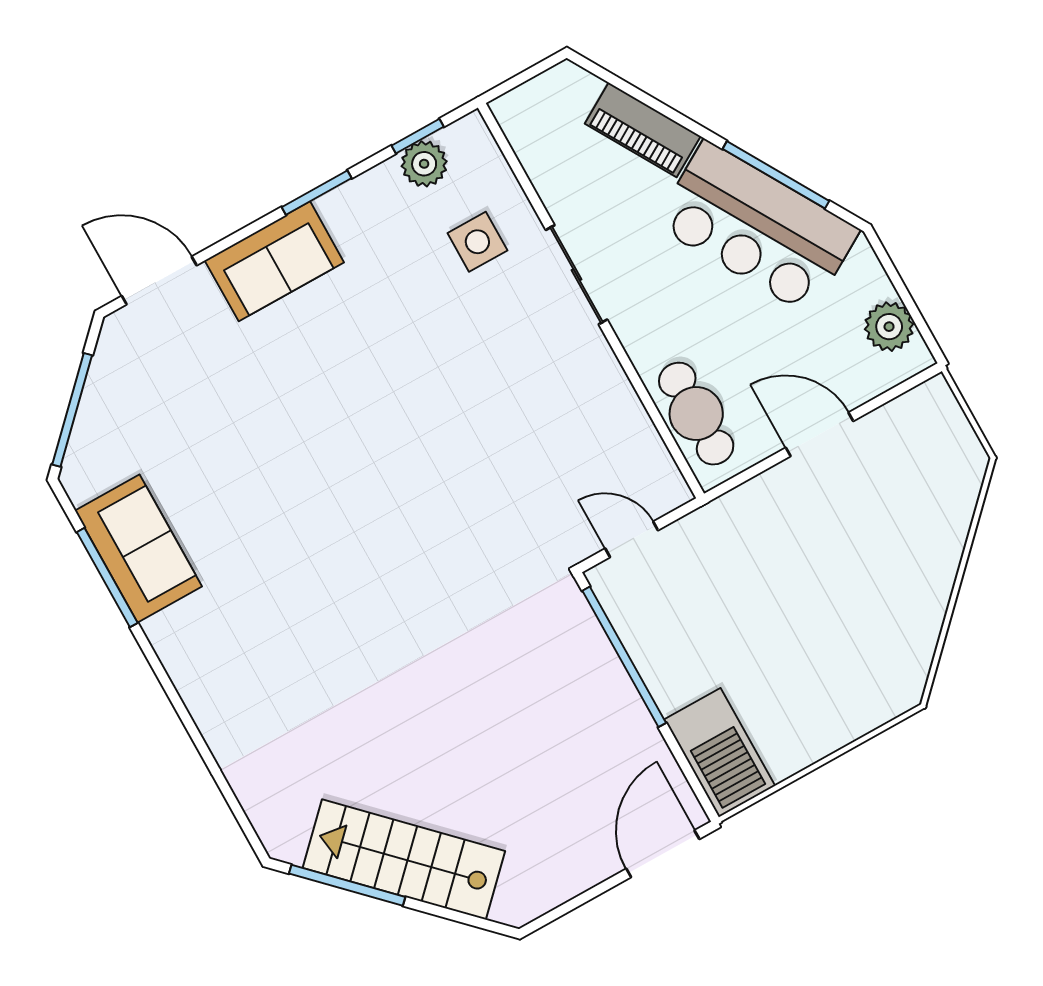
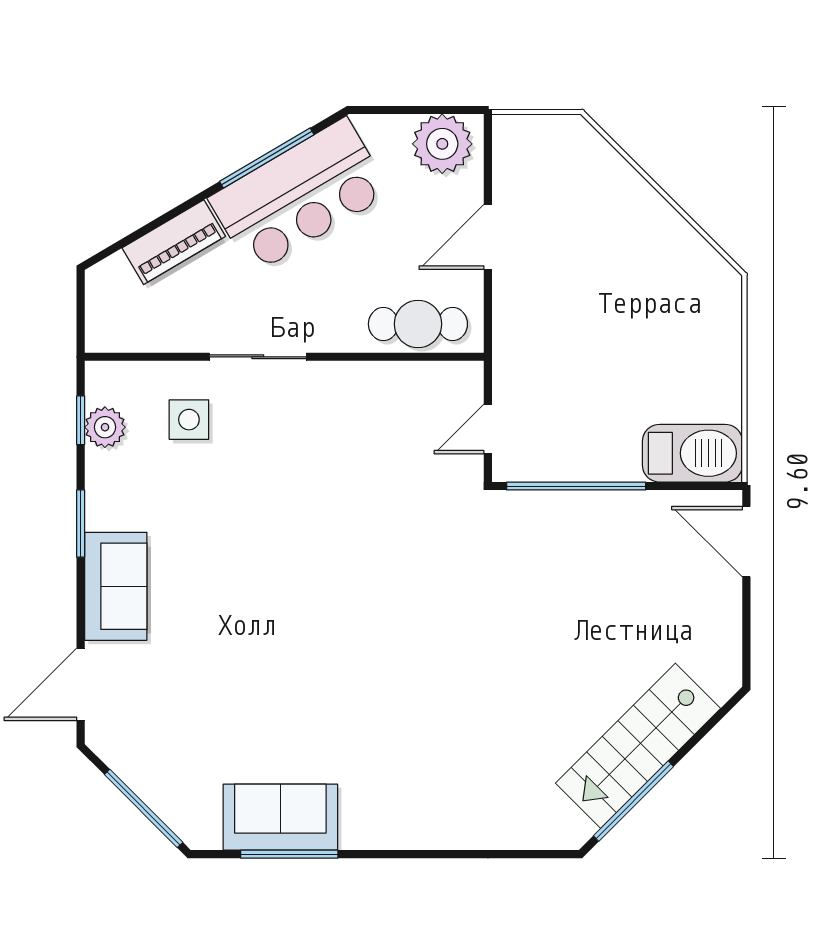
plant: (889, 327) -> (442, 144), width x1.36, depth x1.36

